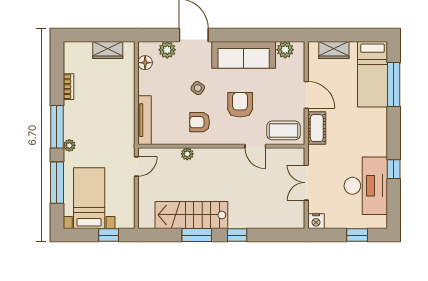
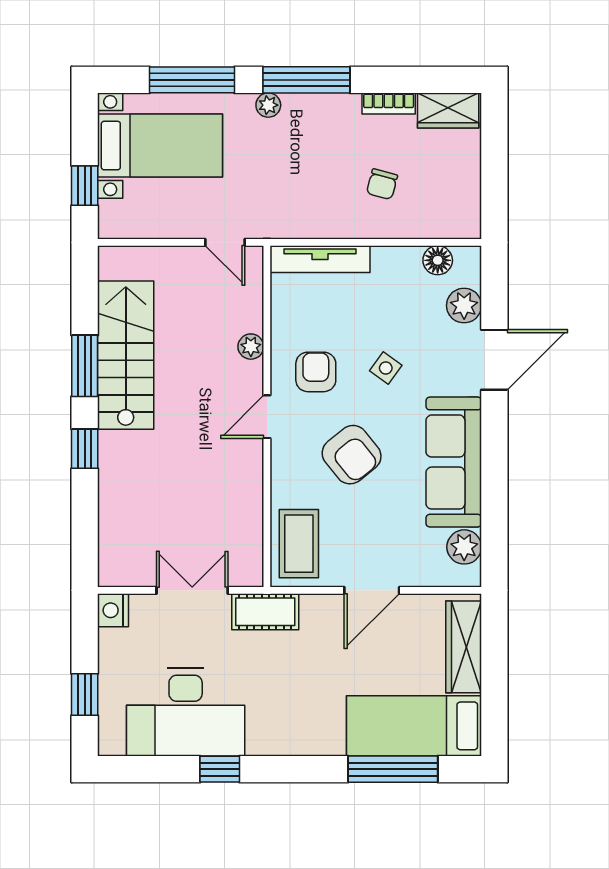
wardrobe: (108, 50) -> (448, 111), moved, turned -90
wardrobe: (334, 50) -> (464, 647), width x1.50
chair: (108, 90) -> (382, 184), added
armchair: (240, 105) -> (352, 455), turned 51
cot: (317, 128) -> (265, 612), moved
door: (255, 146) -> (267, 417), moved

